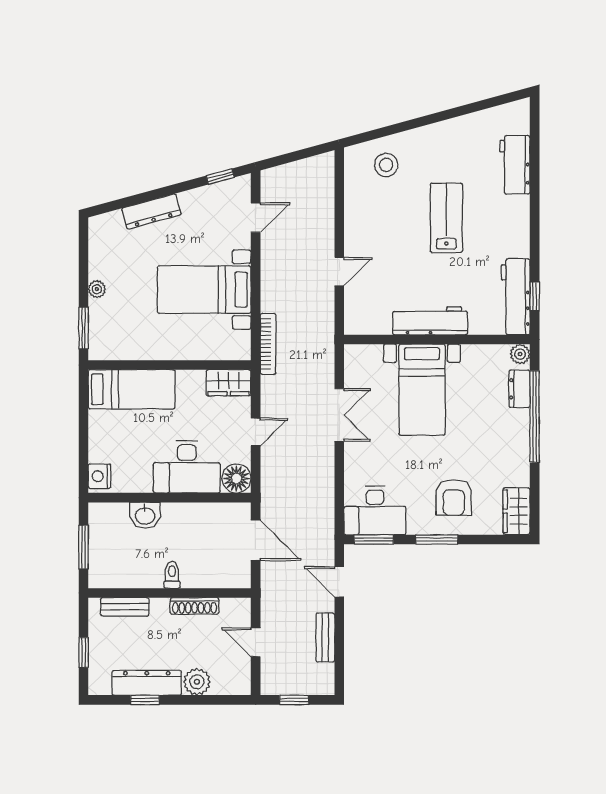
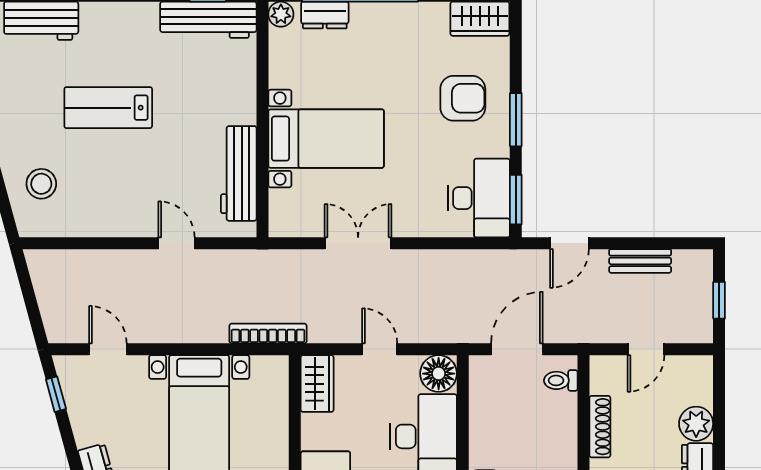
workbench: (430, 321) -> (239, 173), moved
toilet: (172, 575) -> (561, 380), moved

